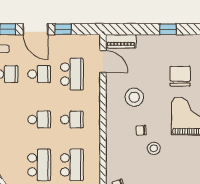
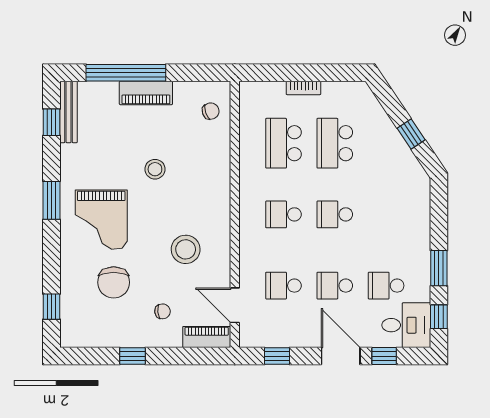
window: (63, 29) -> (277, 356), moved
school desk: (72, 74) -> (283, 286), width x0.54
chair: (141, 130) -> (163, 311), moved

